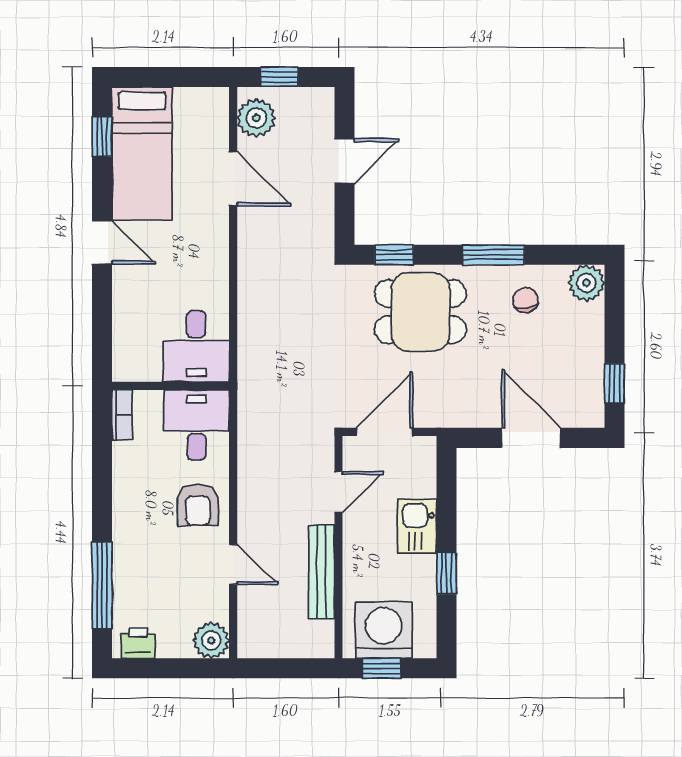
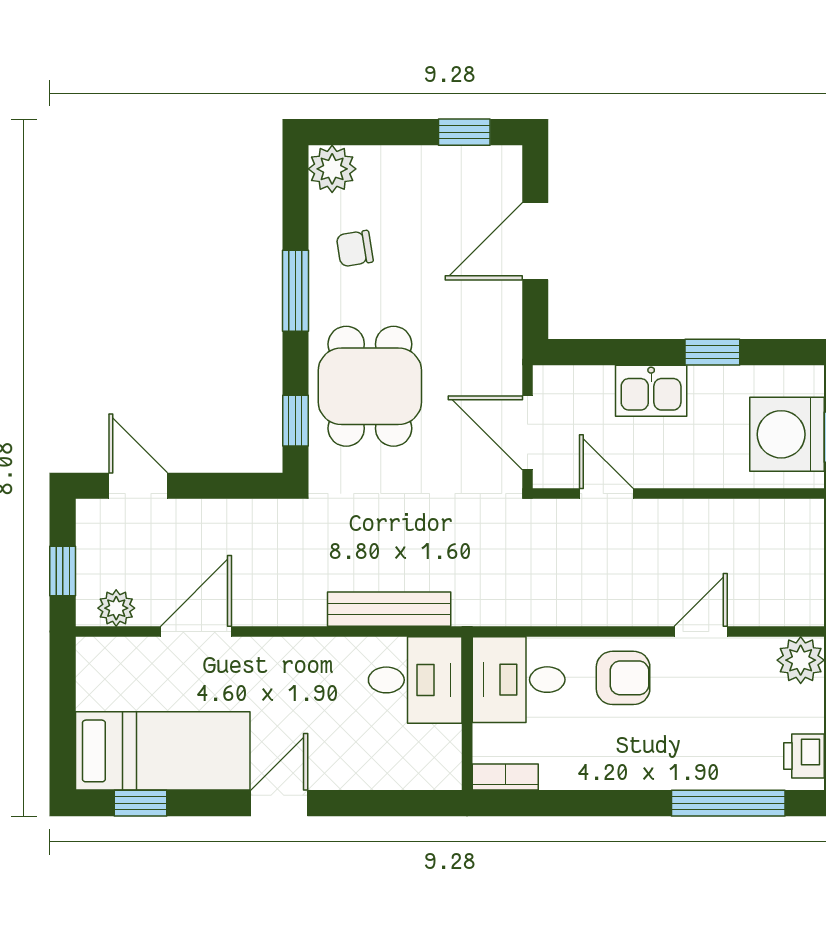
plant: (256, 118) -> (116, 608), width x0.73, depth x0.73
door: (344, 161) -> (138, 486), moved
bench: (321, 572) -> (389, 609), moved

